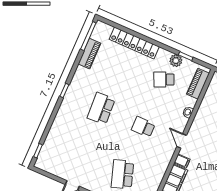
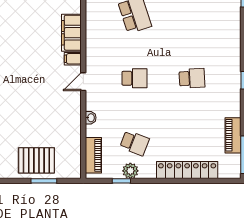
school desk: (164, 80) -> (134, 143), turned 45
school desk: (101, 108) -> (192, 78), width x0.54
door: (182, 141) -> (83, 82), swing flipped

